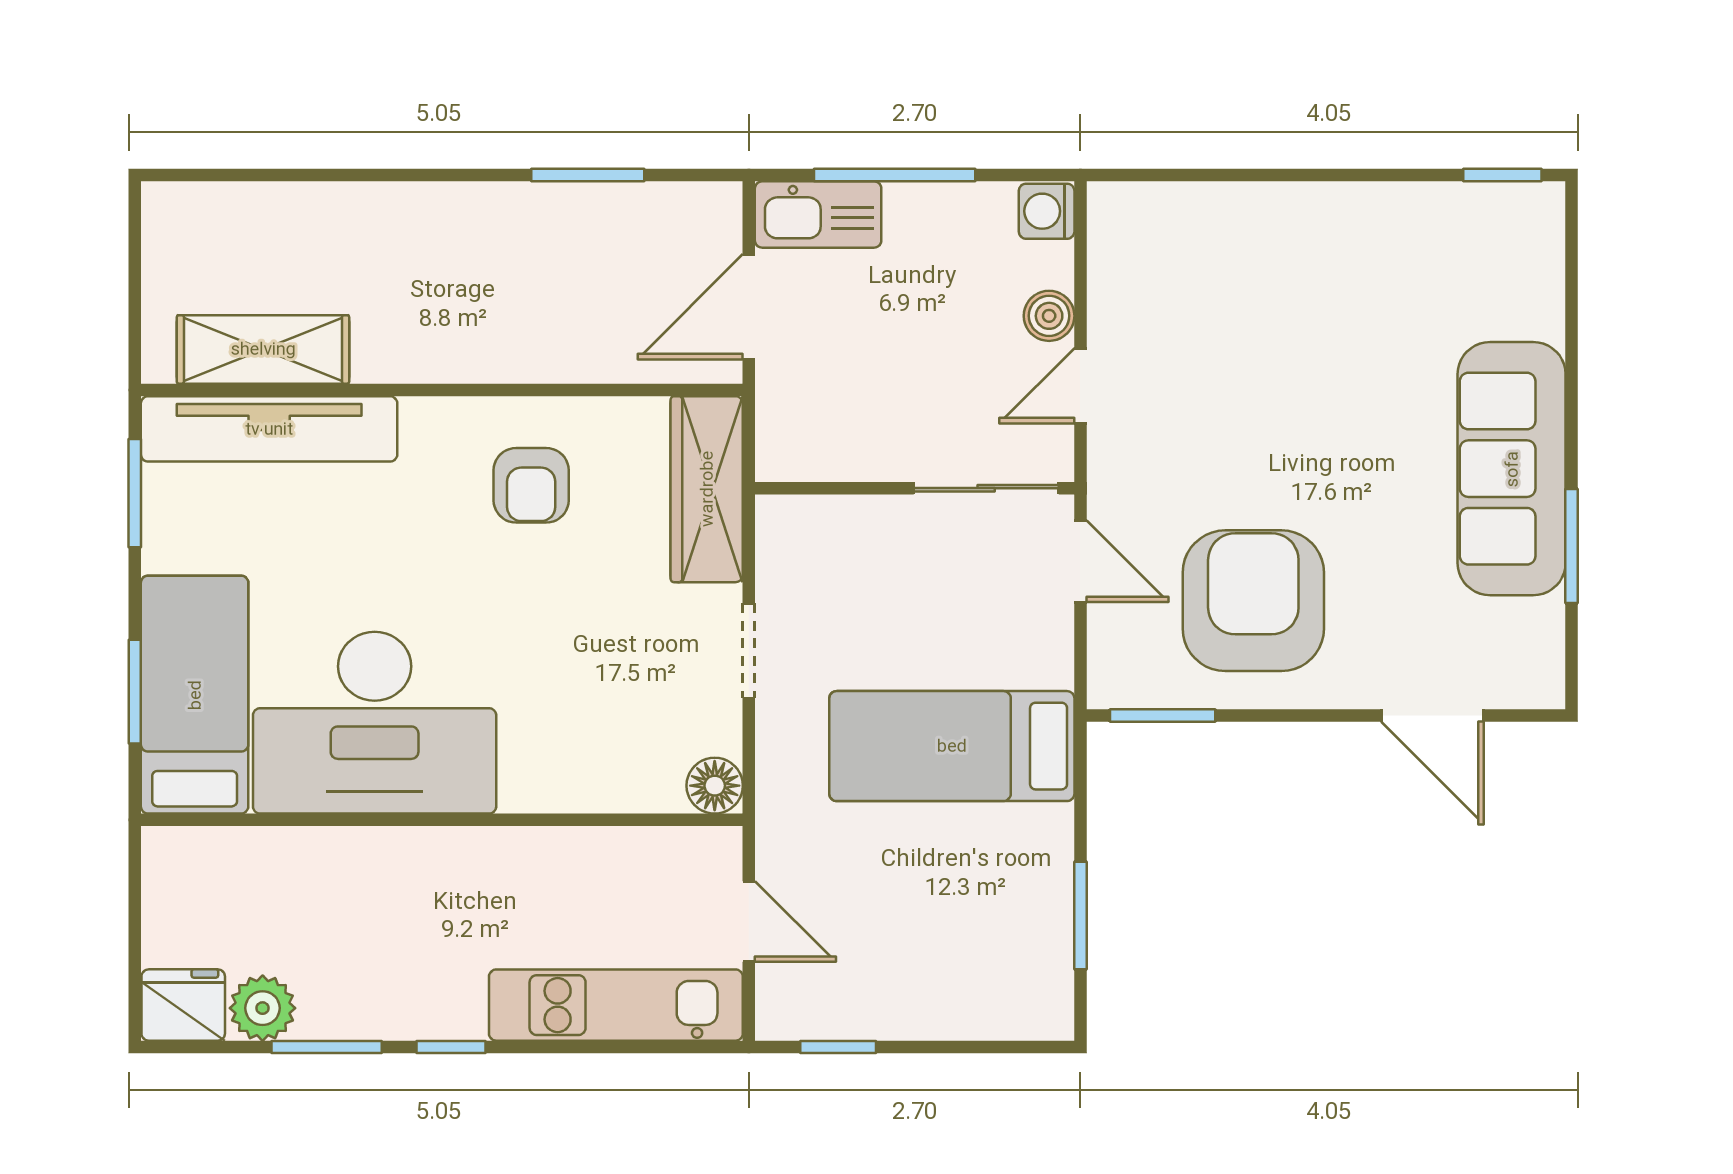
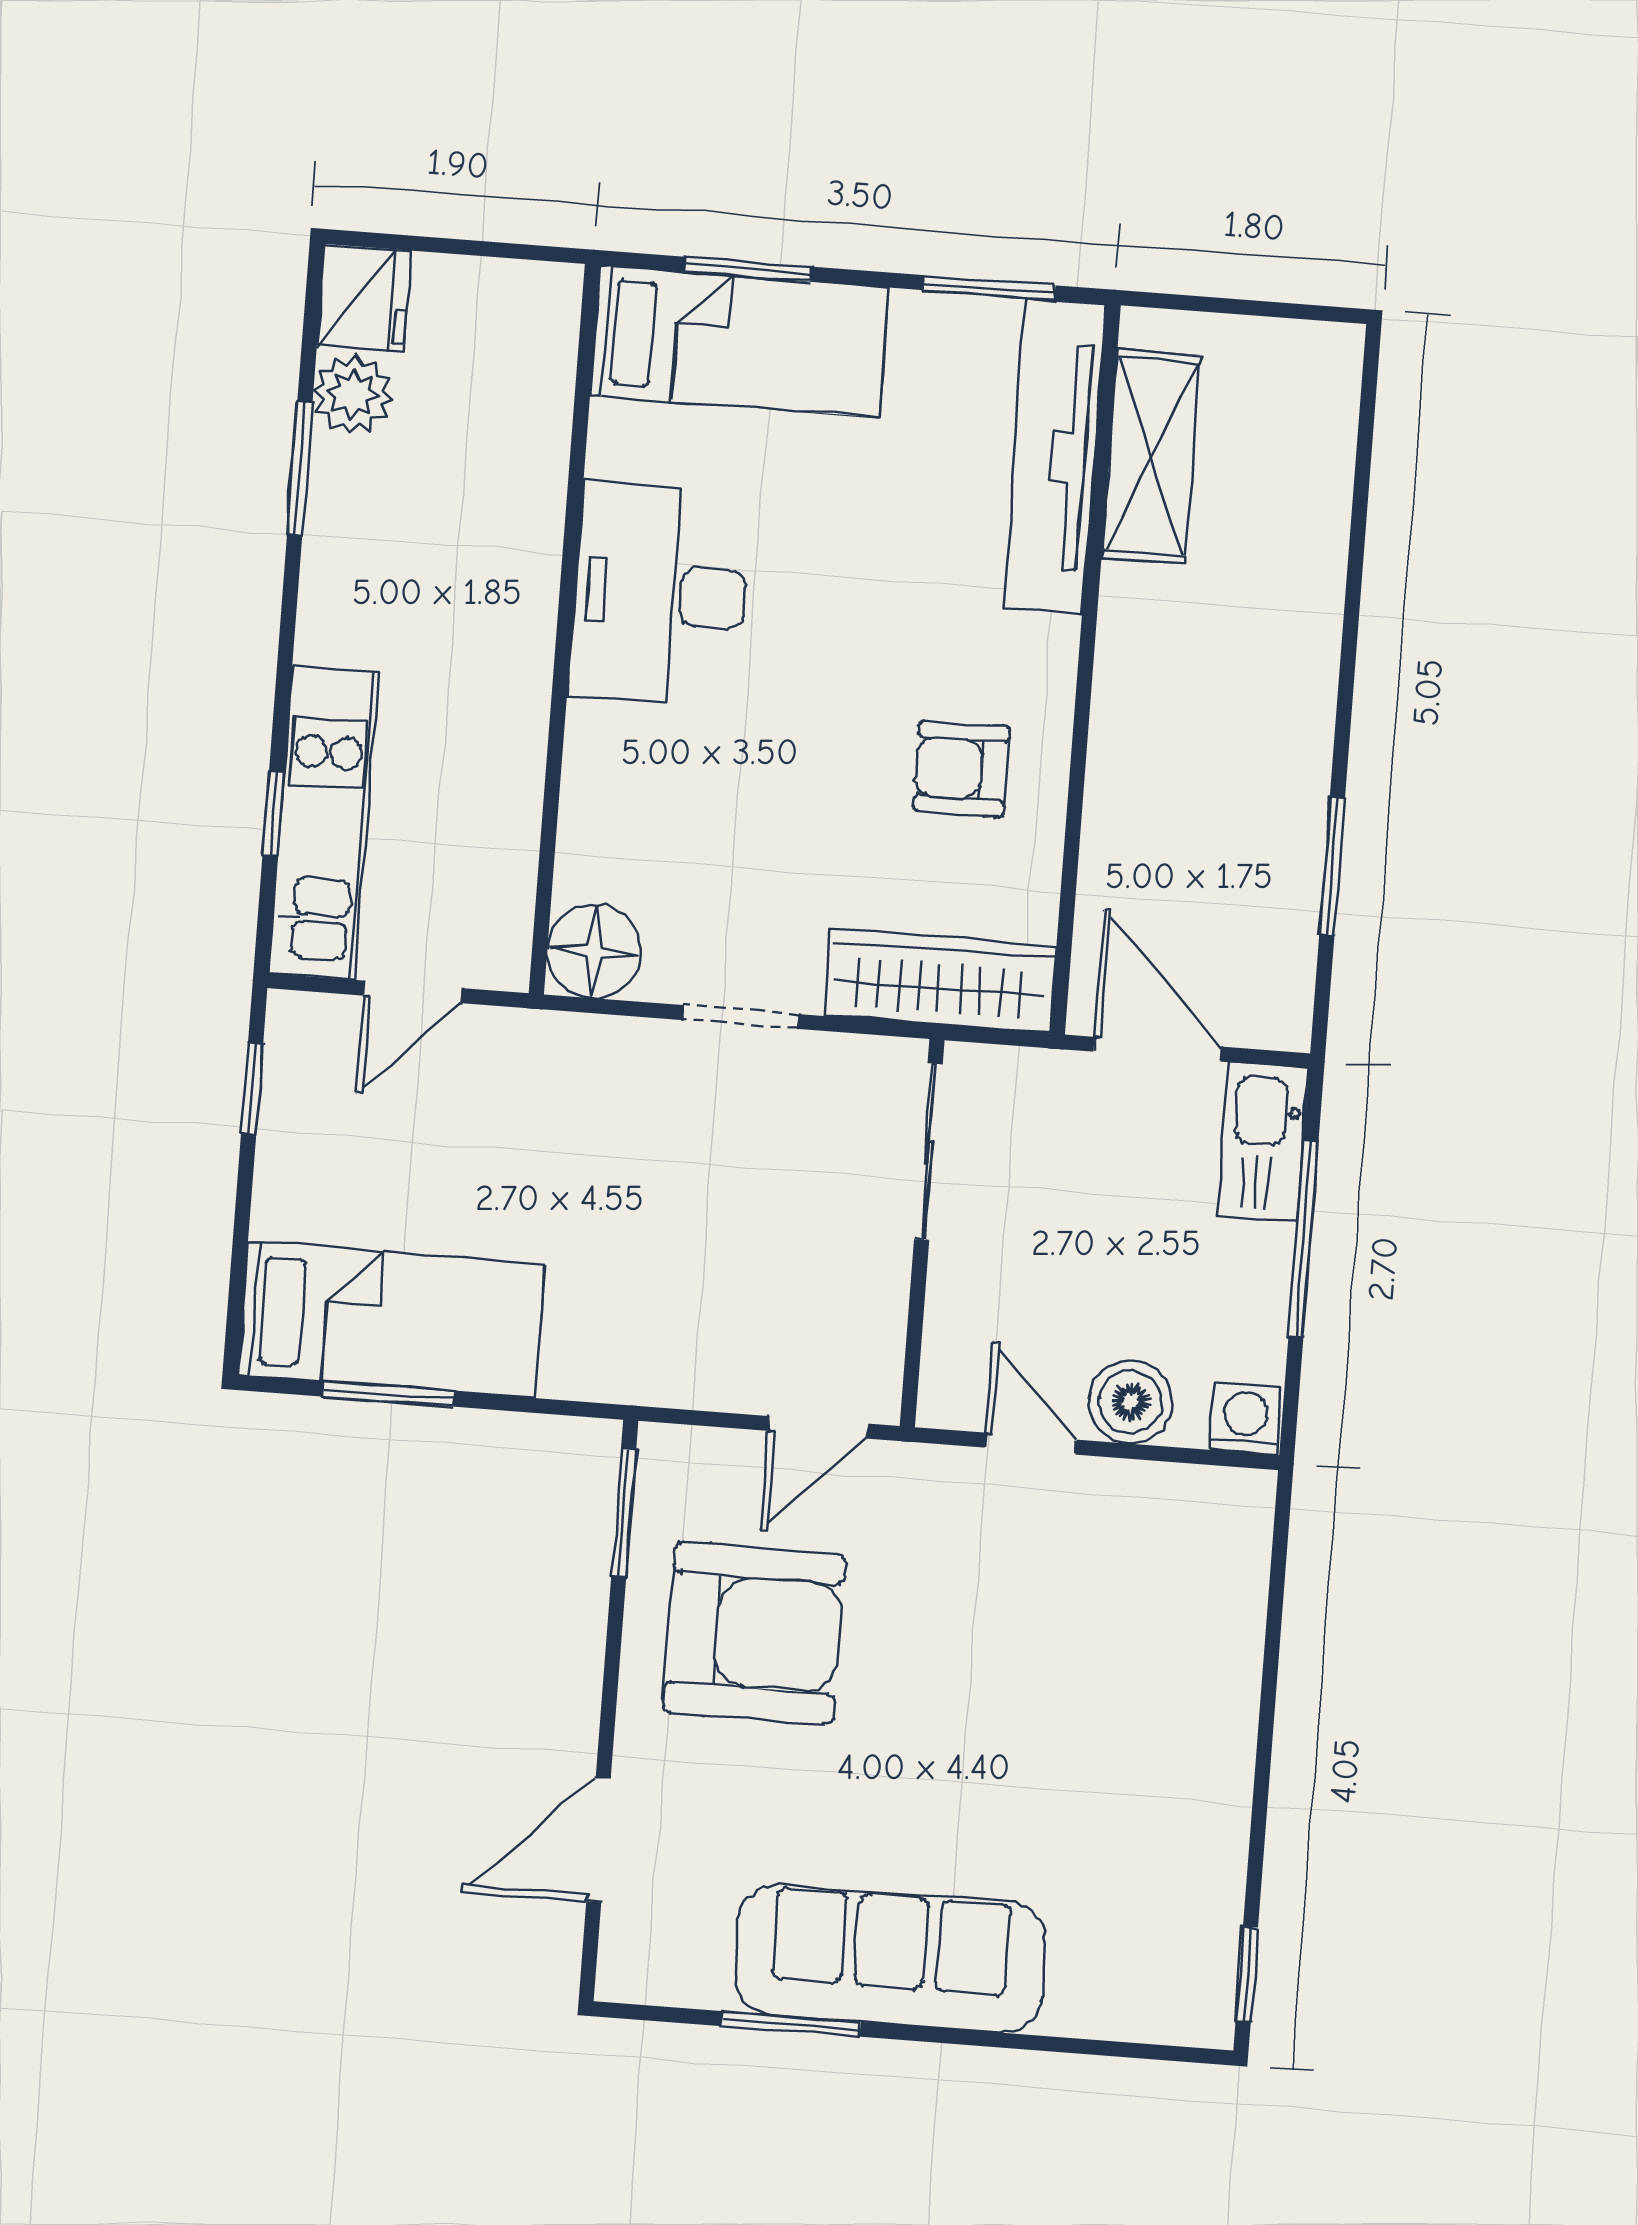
boiler: (1049, 316) -> (1130, 1402), width x1.36, depth x1.36
sliding door: (986, 488) -> (928, 1152), moved
desk: (375, 723) -> (660, 594), width x0.73, depth x0.77
bed: (952, 746) -> (391, 1320), moved, turned 90
floor lamp: (715, 786) -> (594, 951), width x1.38, depth x1.38
window: (451, 1047) -> (273, 813), moved

